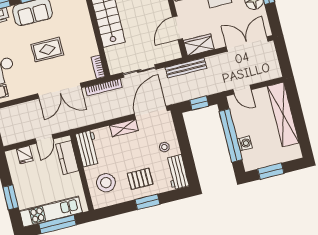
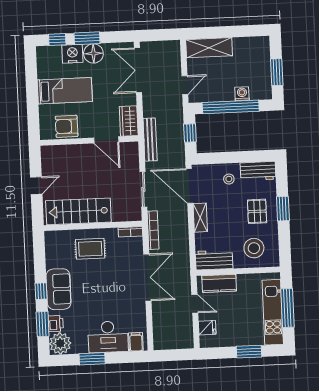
rug: (47, 50) -> (90, 249), moved, turned 90
shelving: (283, 114) -> (209, 48), width x0.68

